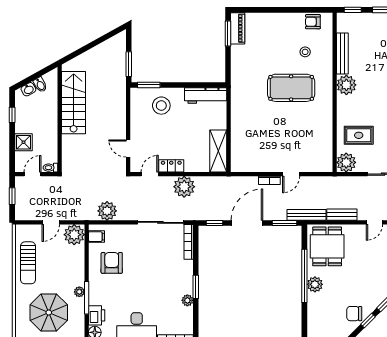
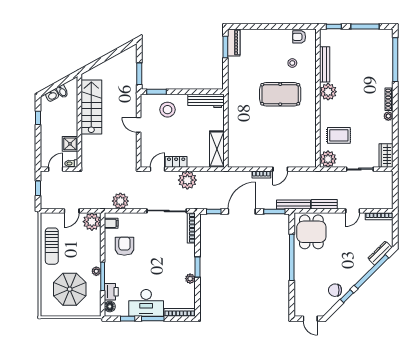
shower: (24, 142) -> (70, 144), moved
door: (128, 149) -> (139, 125), moved
plant: (315, 284) -> (301, 265), removed

